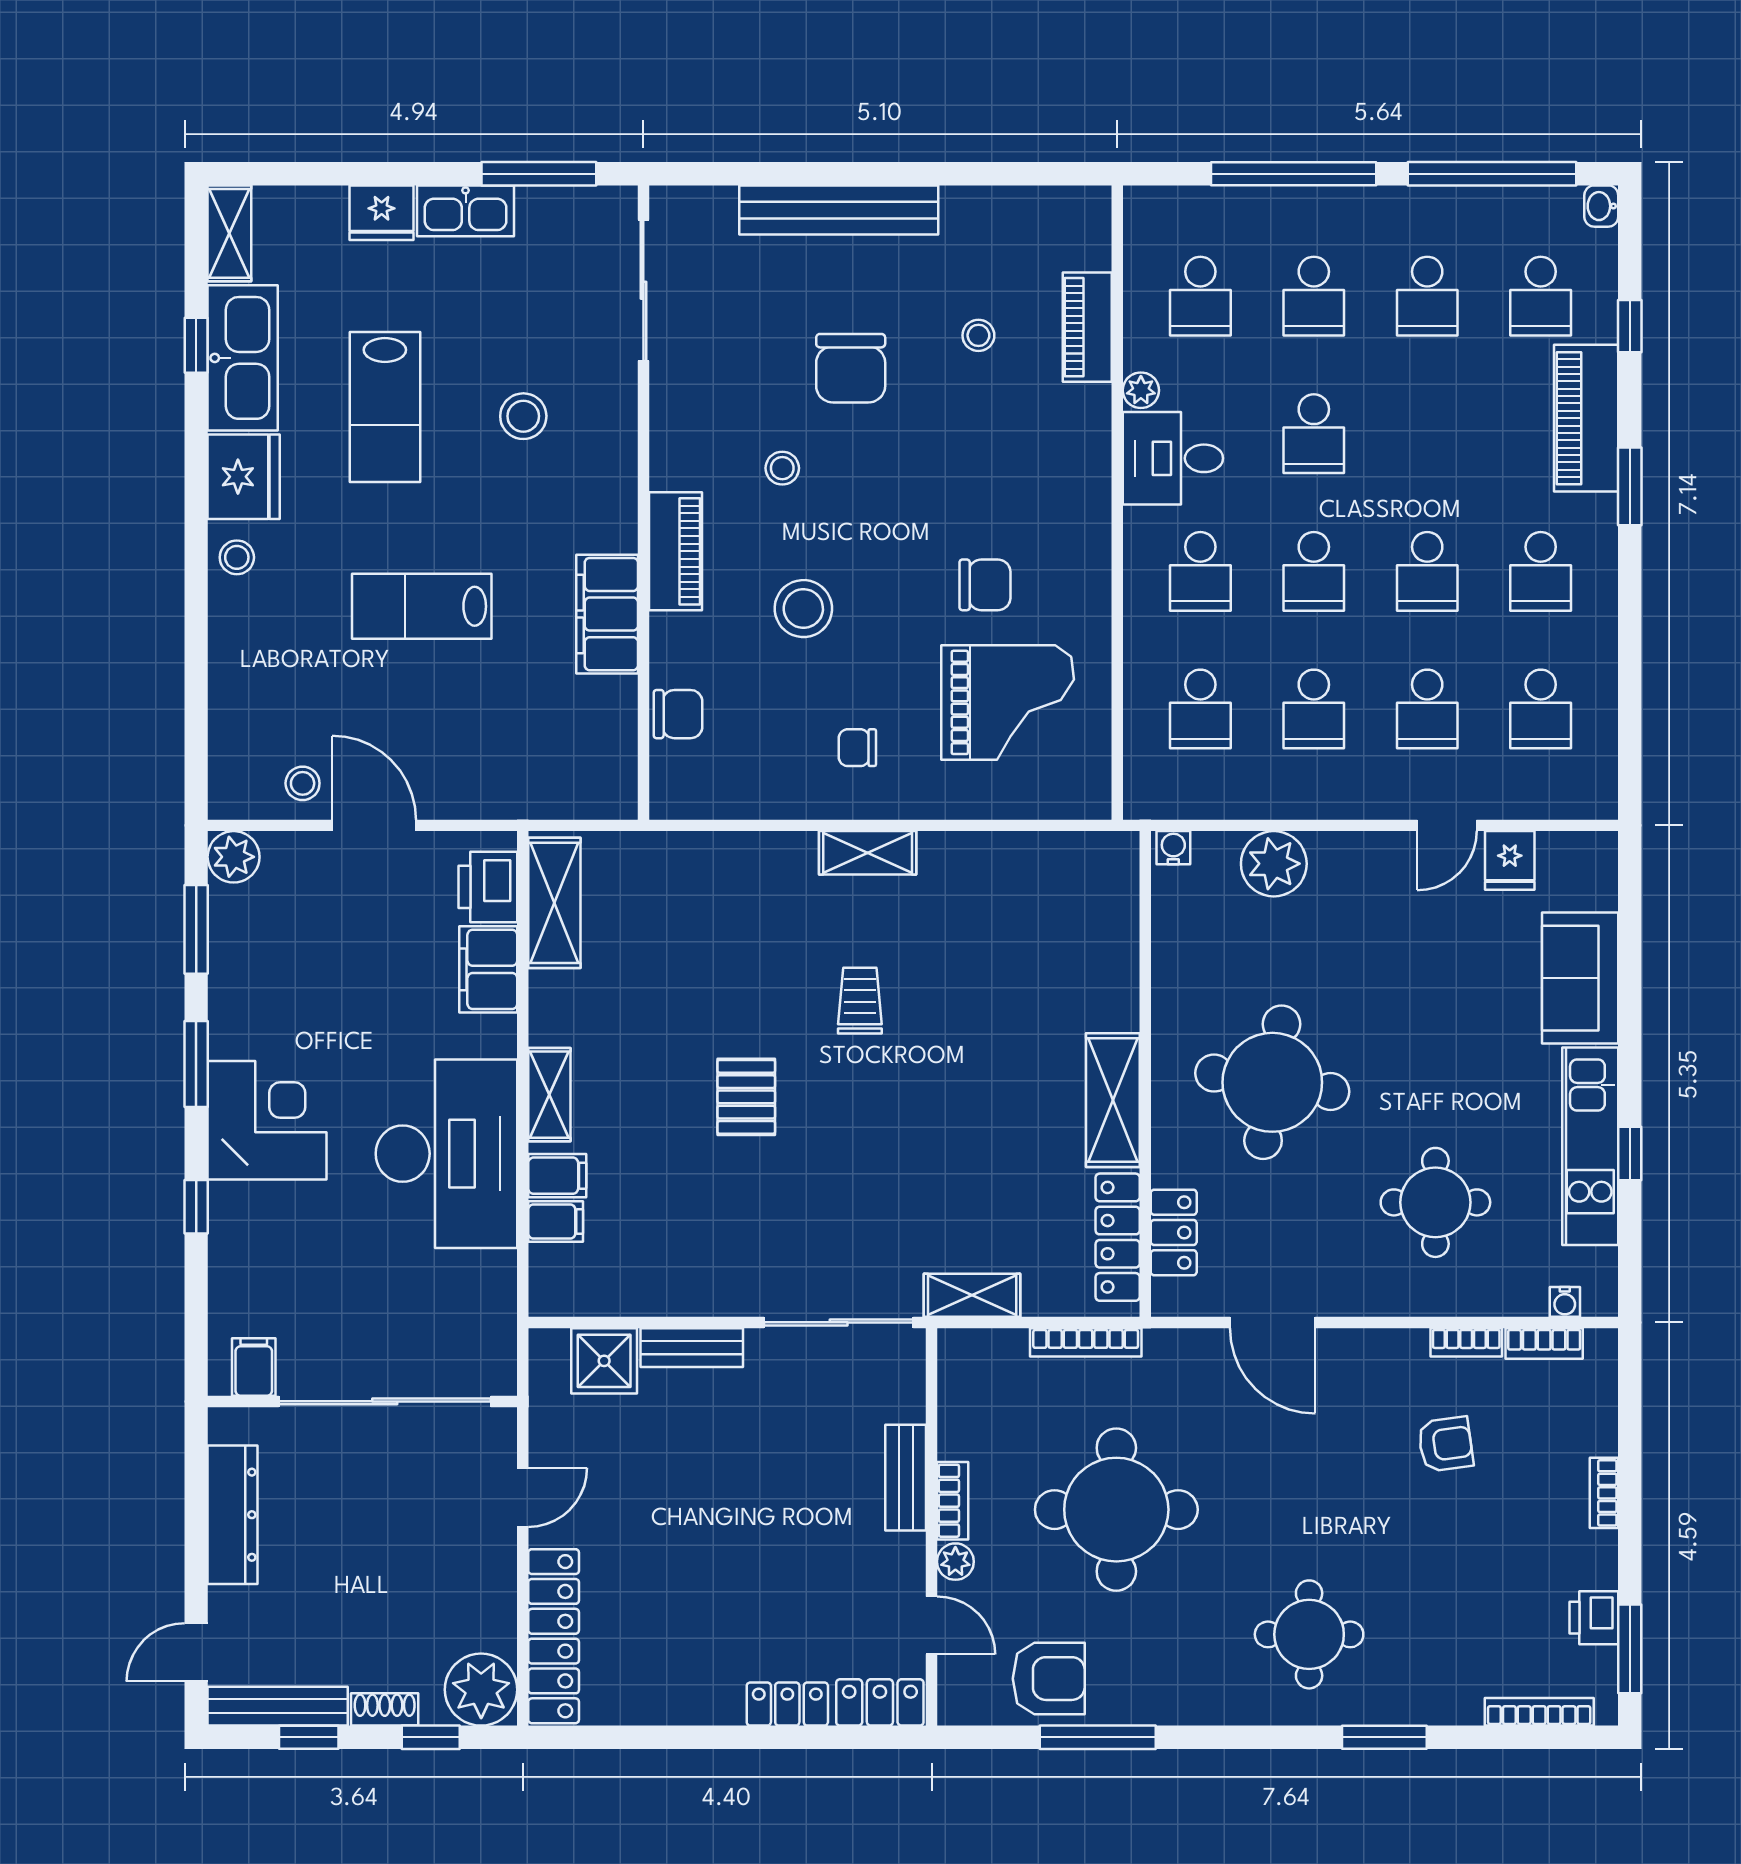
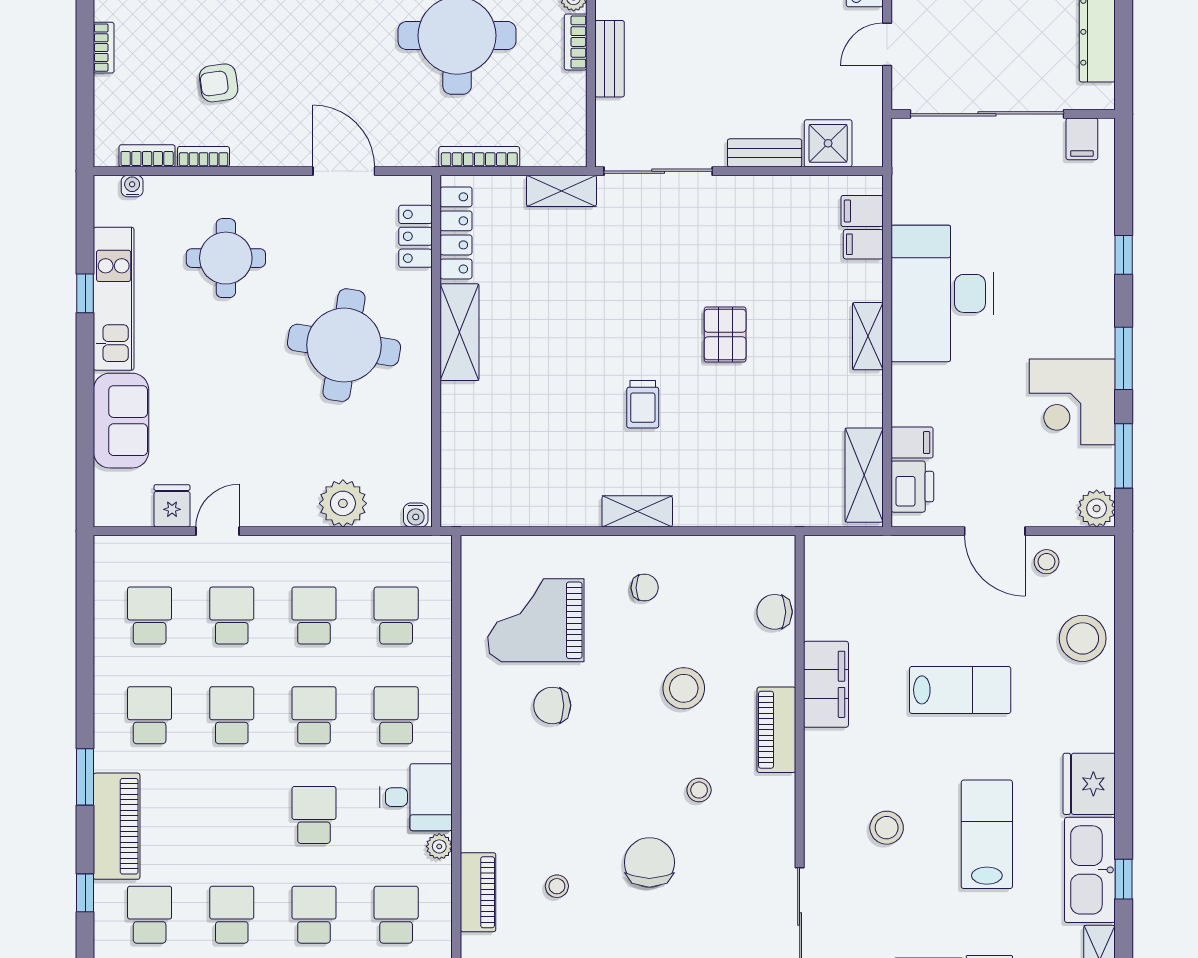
stool: (237, 557) -> (1083, 638), moved, width x1.89, depth x1.89
filing cabinet: (488, 969) -> (912, 443), width x0.50
corner desk: (267, 1120) -> (1072, 402), moved
filing cabinet: (557, 1176) -> (862, 211), moved

